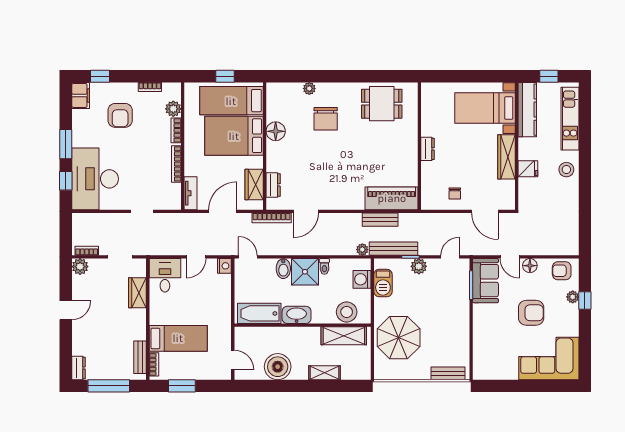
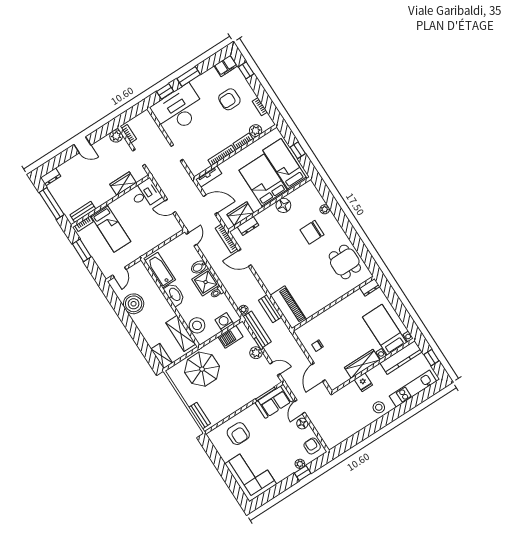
dresser: (428, 149) -> (370, 287), moved
nightstand: (224, 266) -> (176, 228), removed
armchair: (531, 313) -> (238, 434), moved
shelving: (324, 373) -> (162, 356), moved

